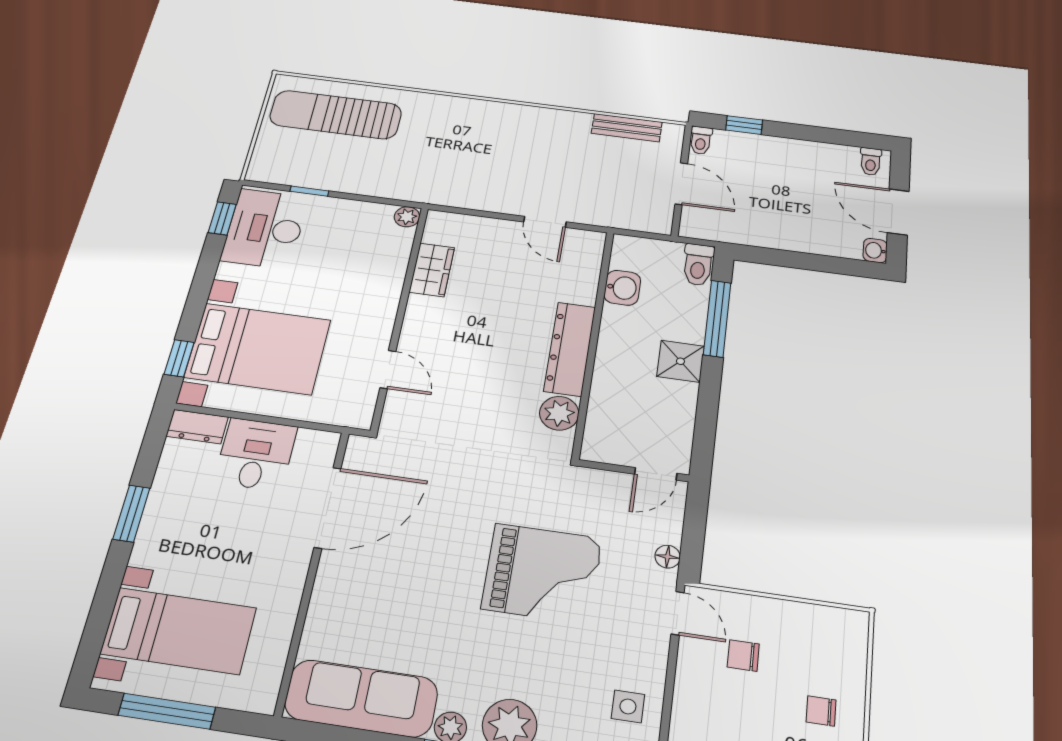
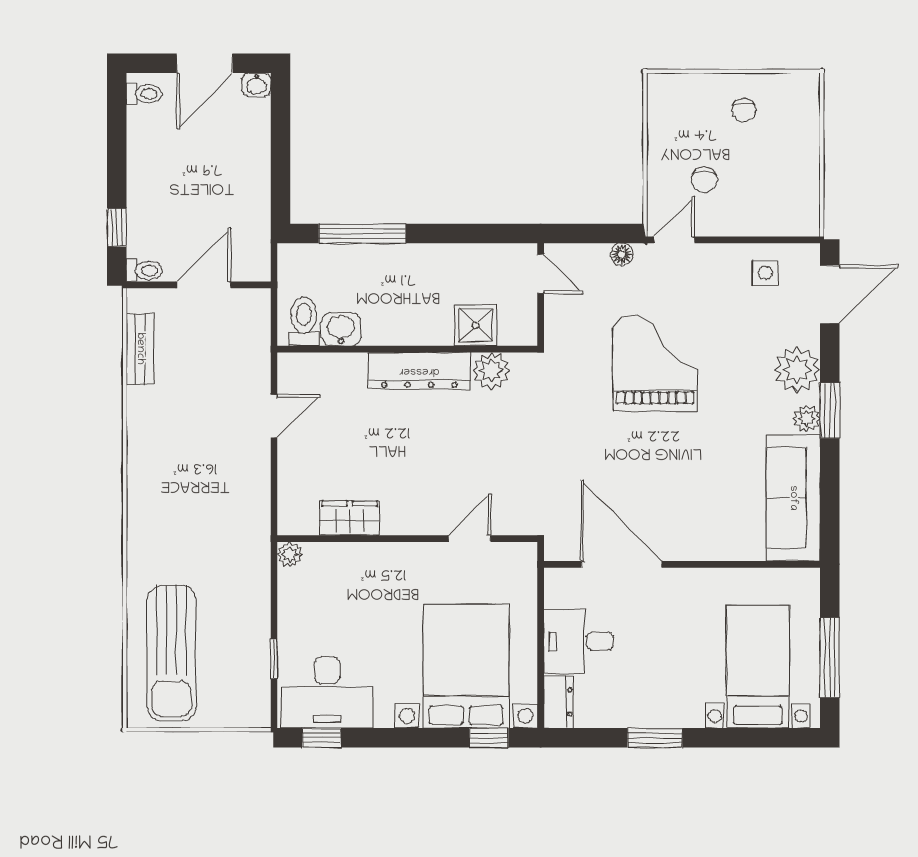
toilet: (698, 265) -> (304, 321), moved, turned -90
shower: (680, 361) -> (476, 325), moved

